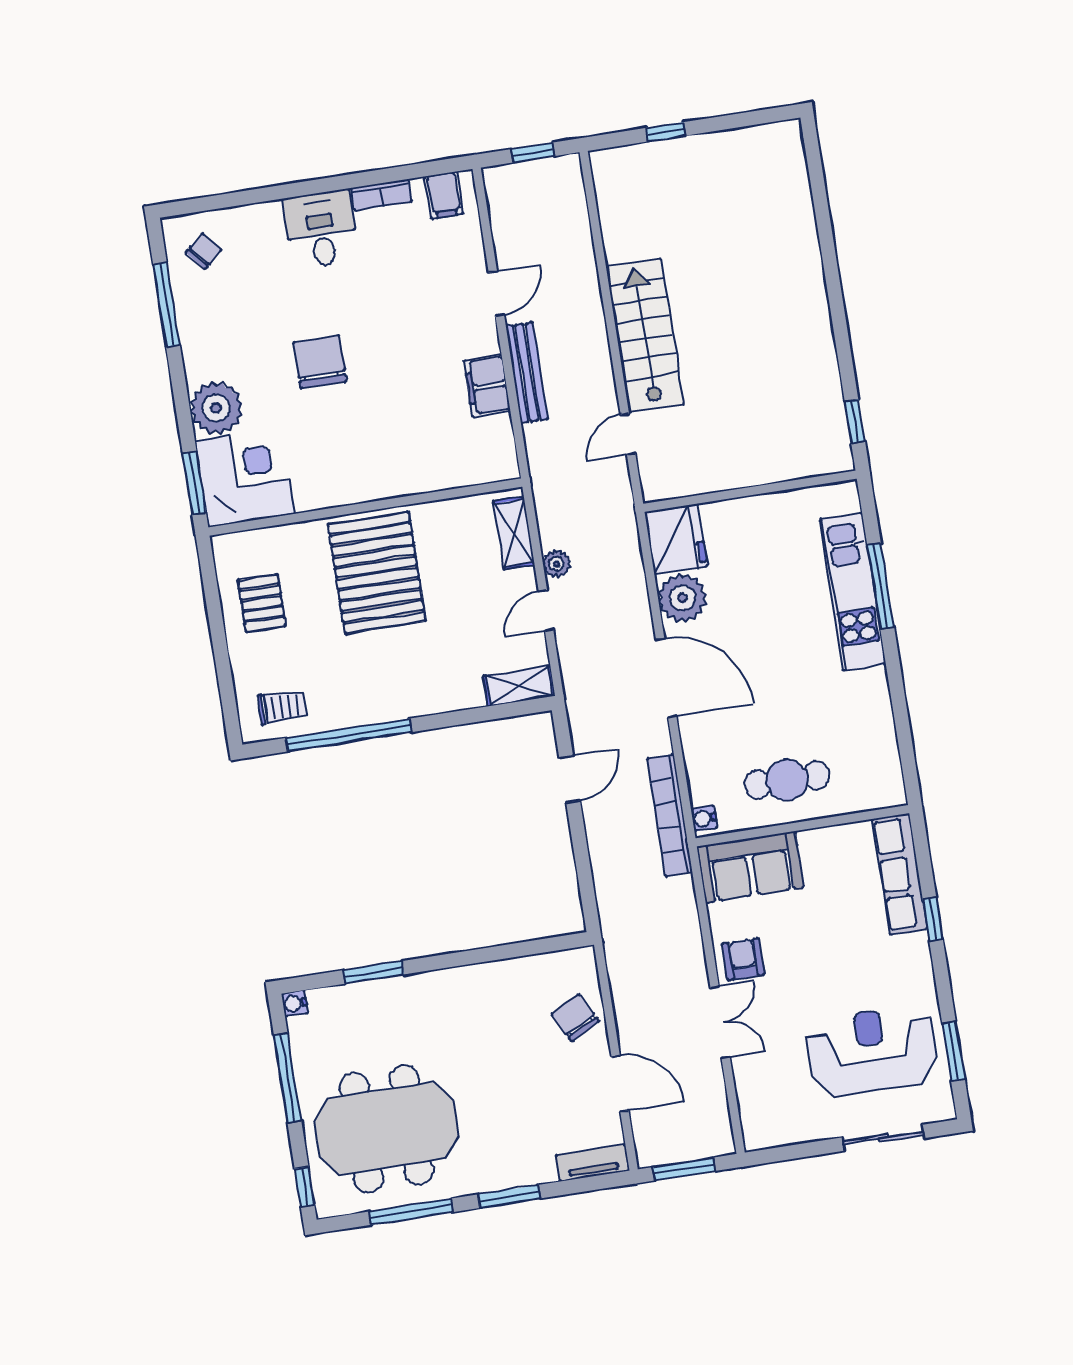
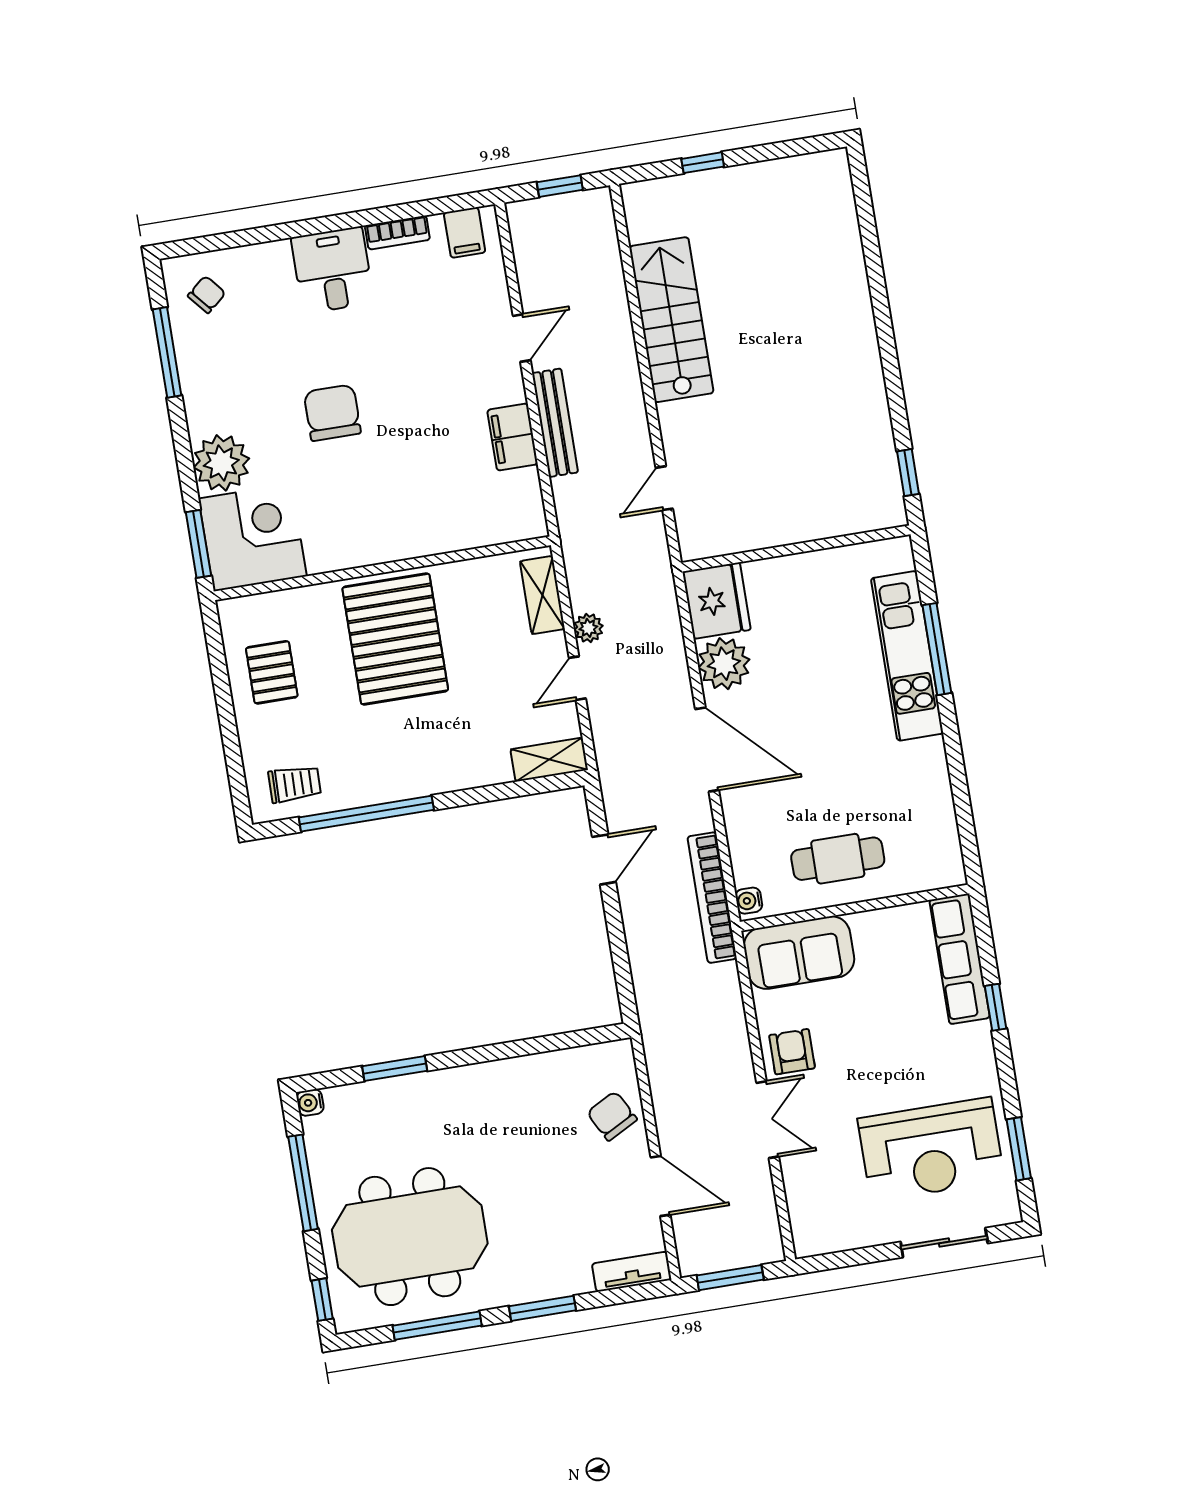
stairs: (645, 336) -> (671, 320), moved
reception desk: (872, 1051) -> (931, 1150), turned 180

